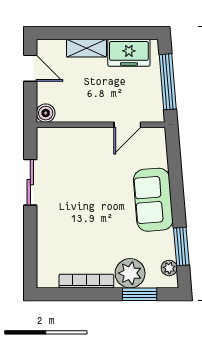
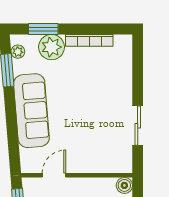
sofa: (153, 200) -> (31, 111), width x1.36

